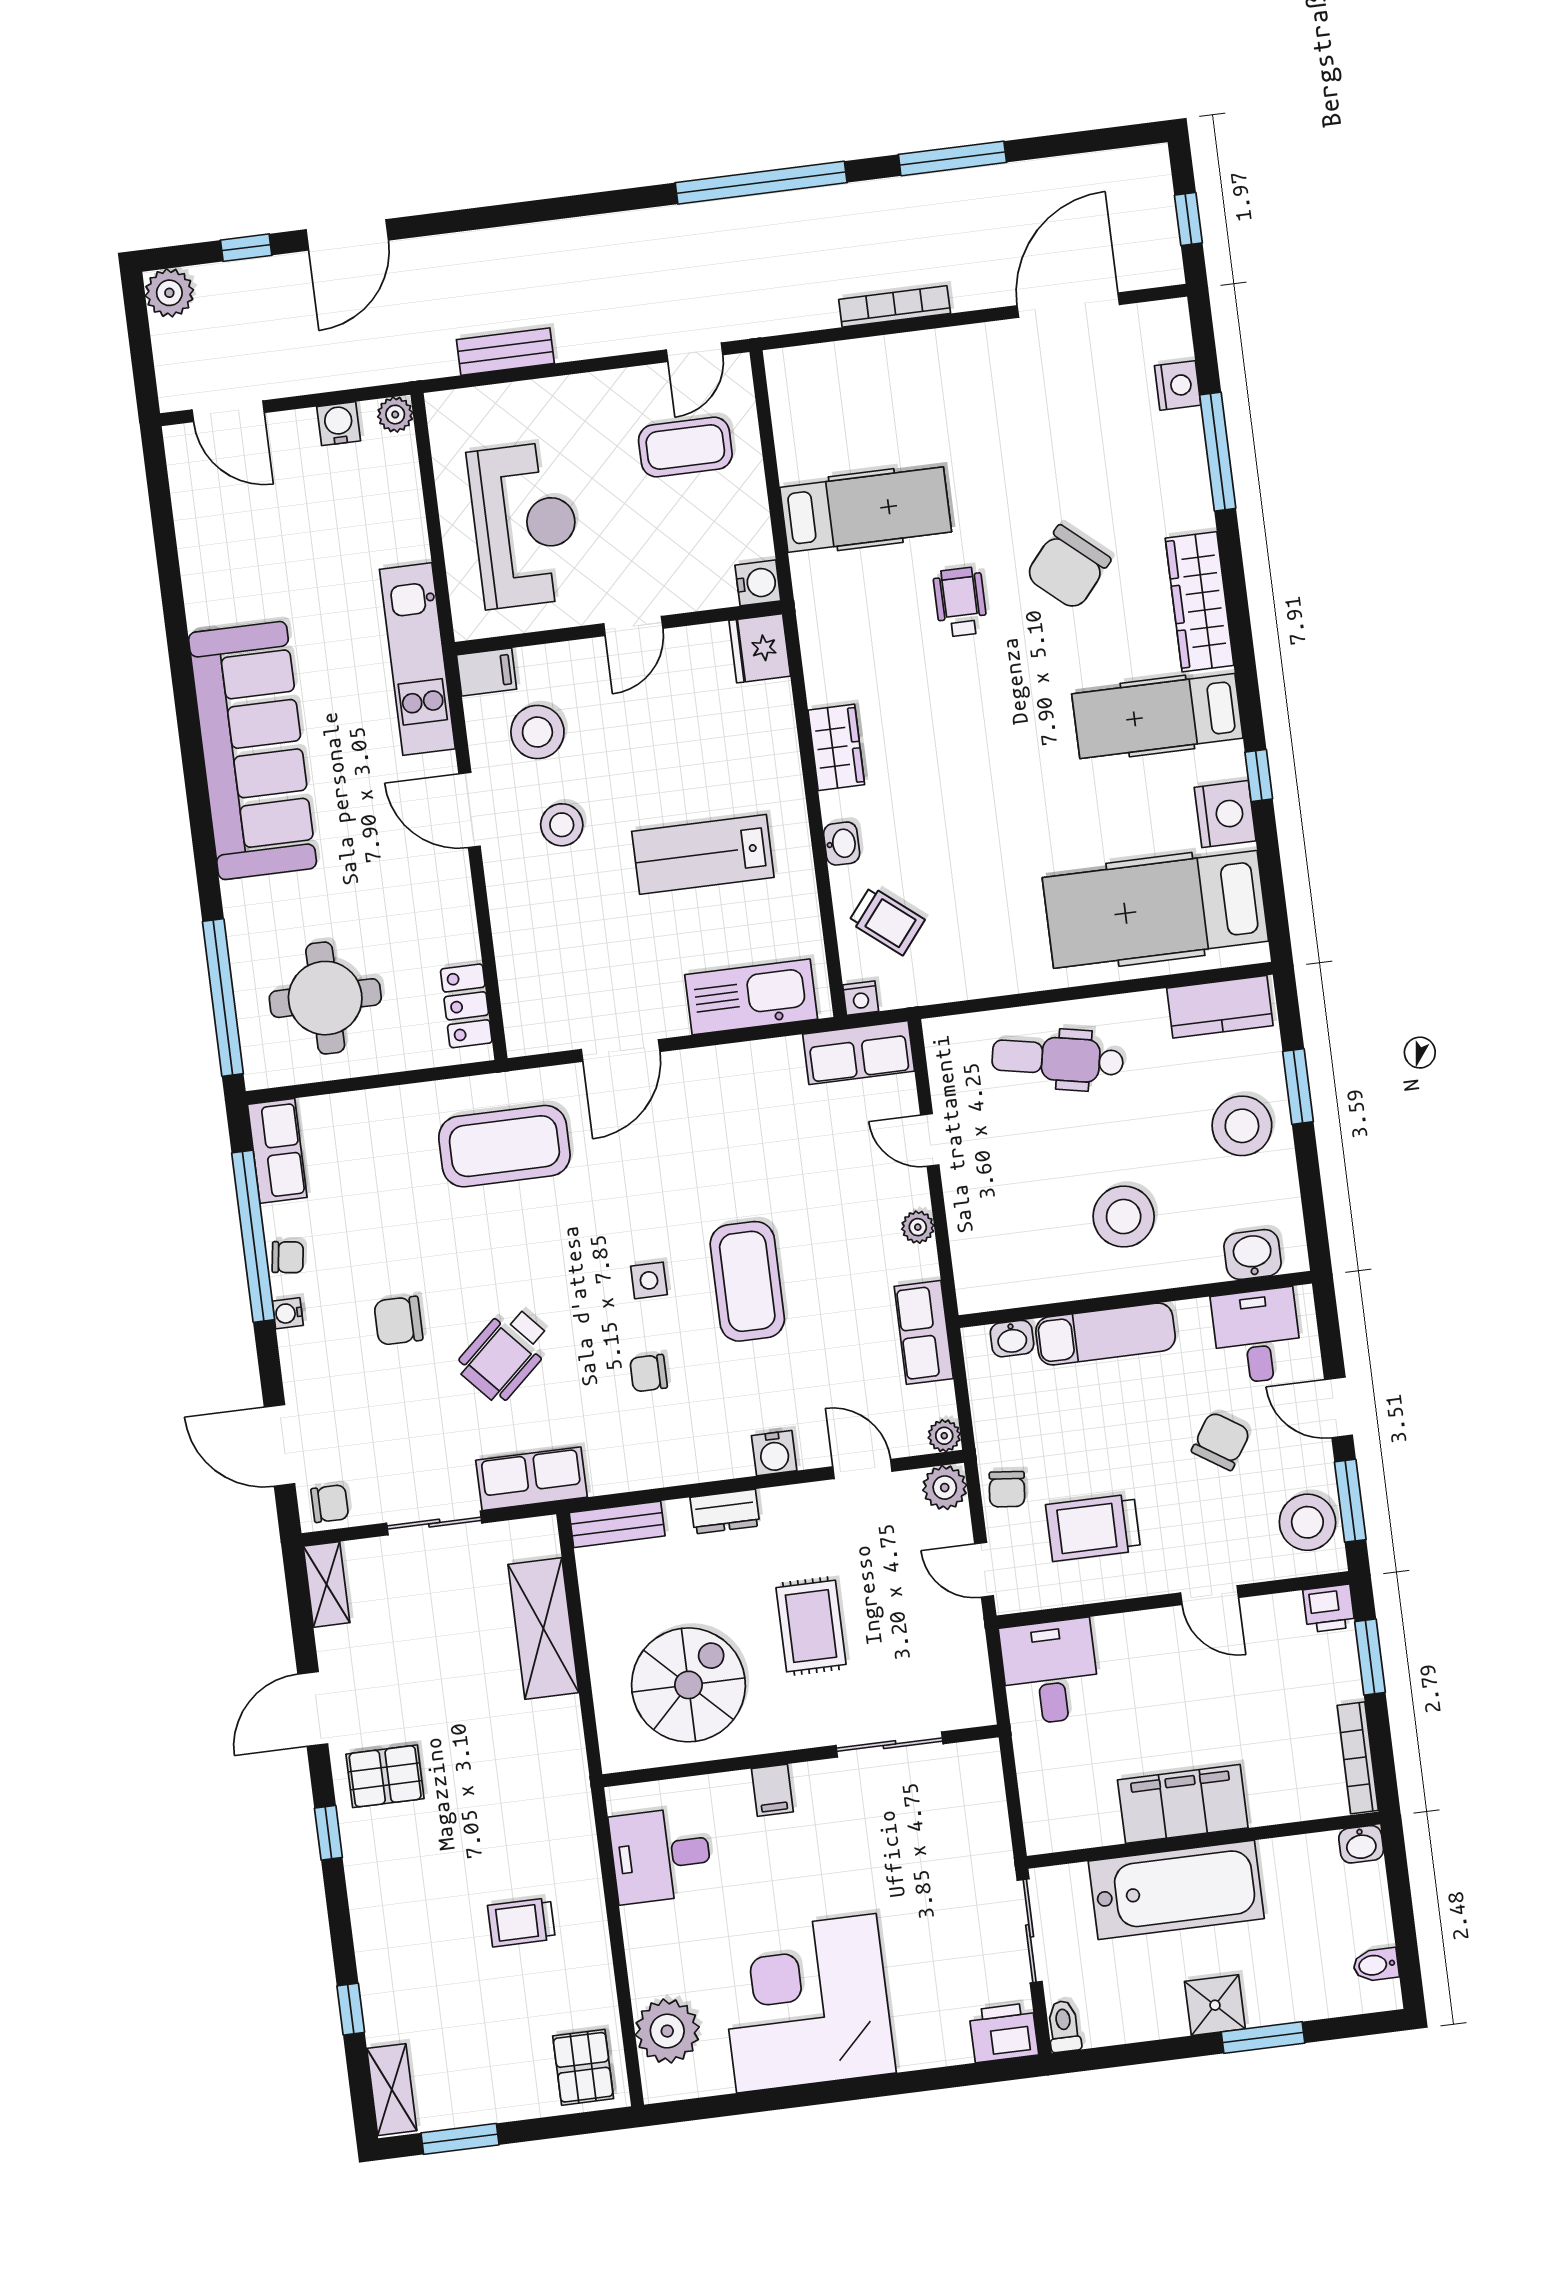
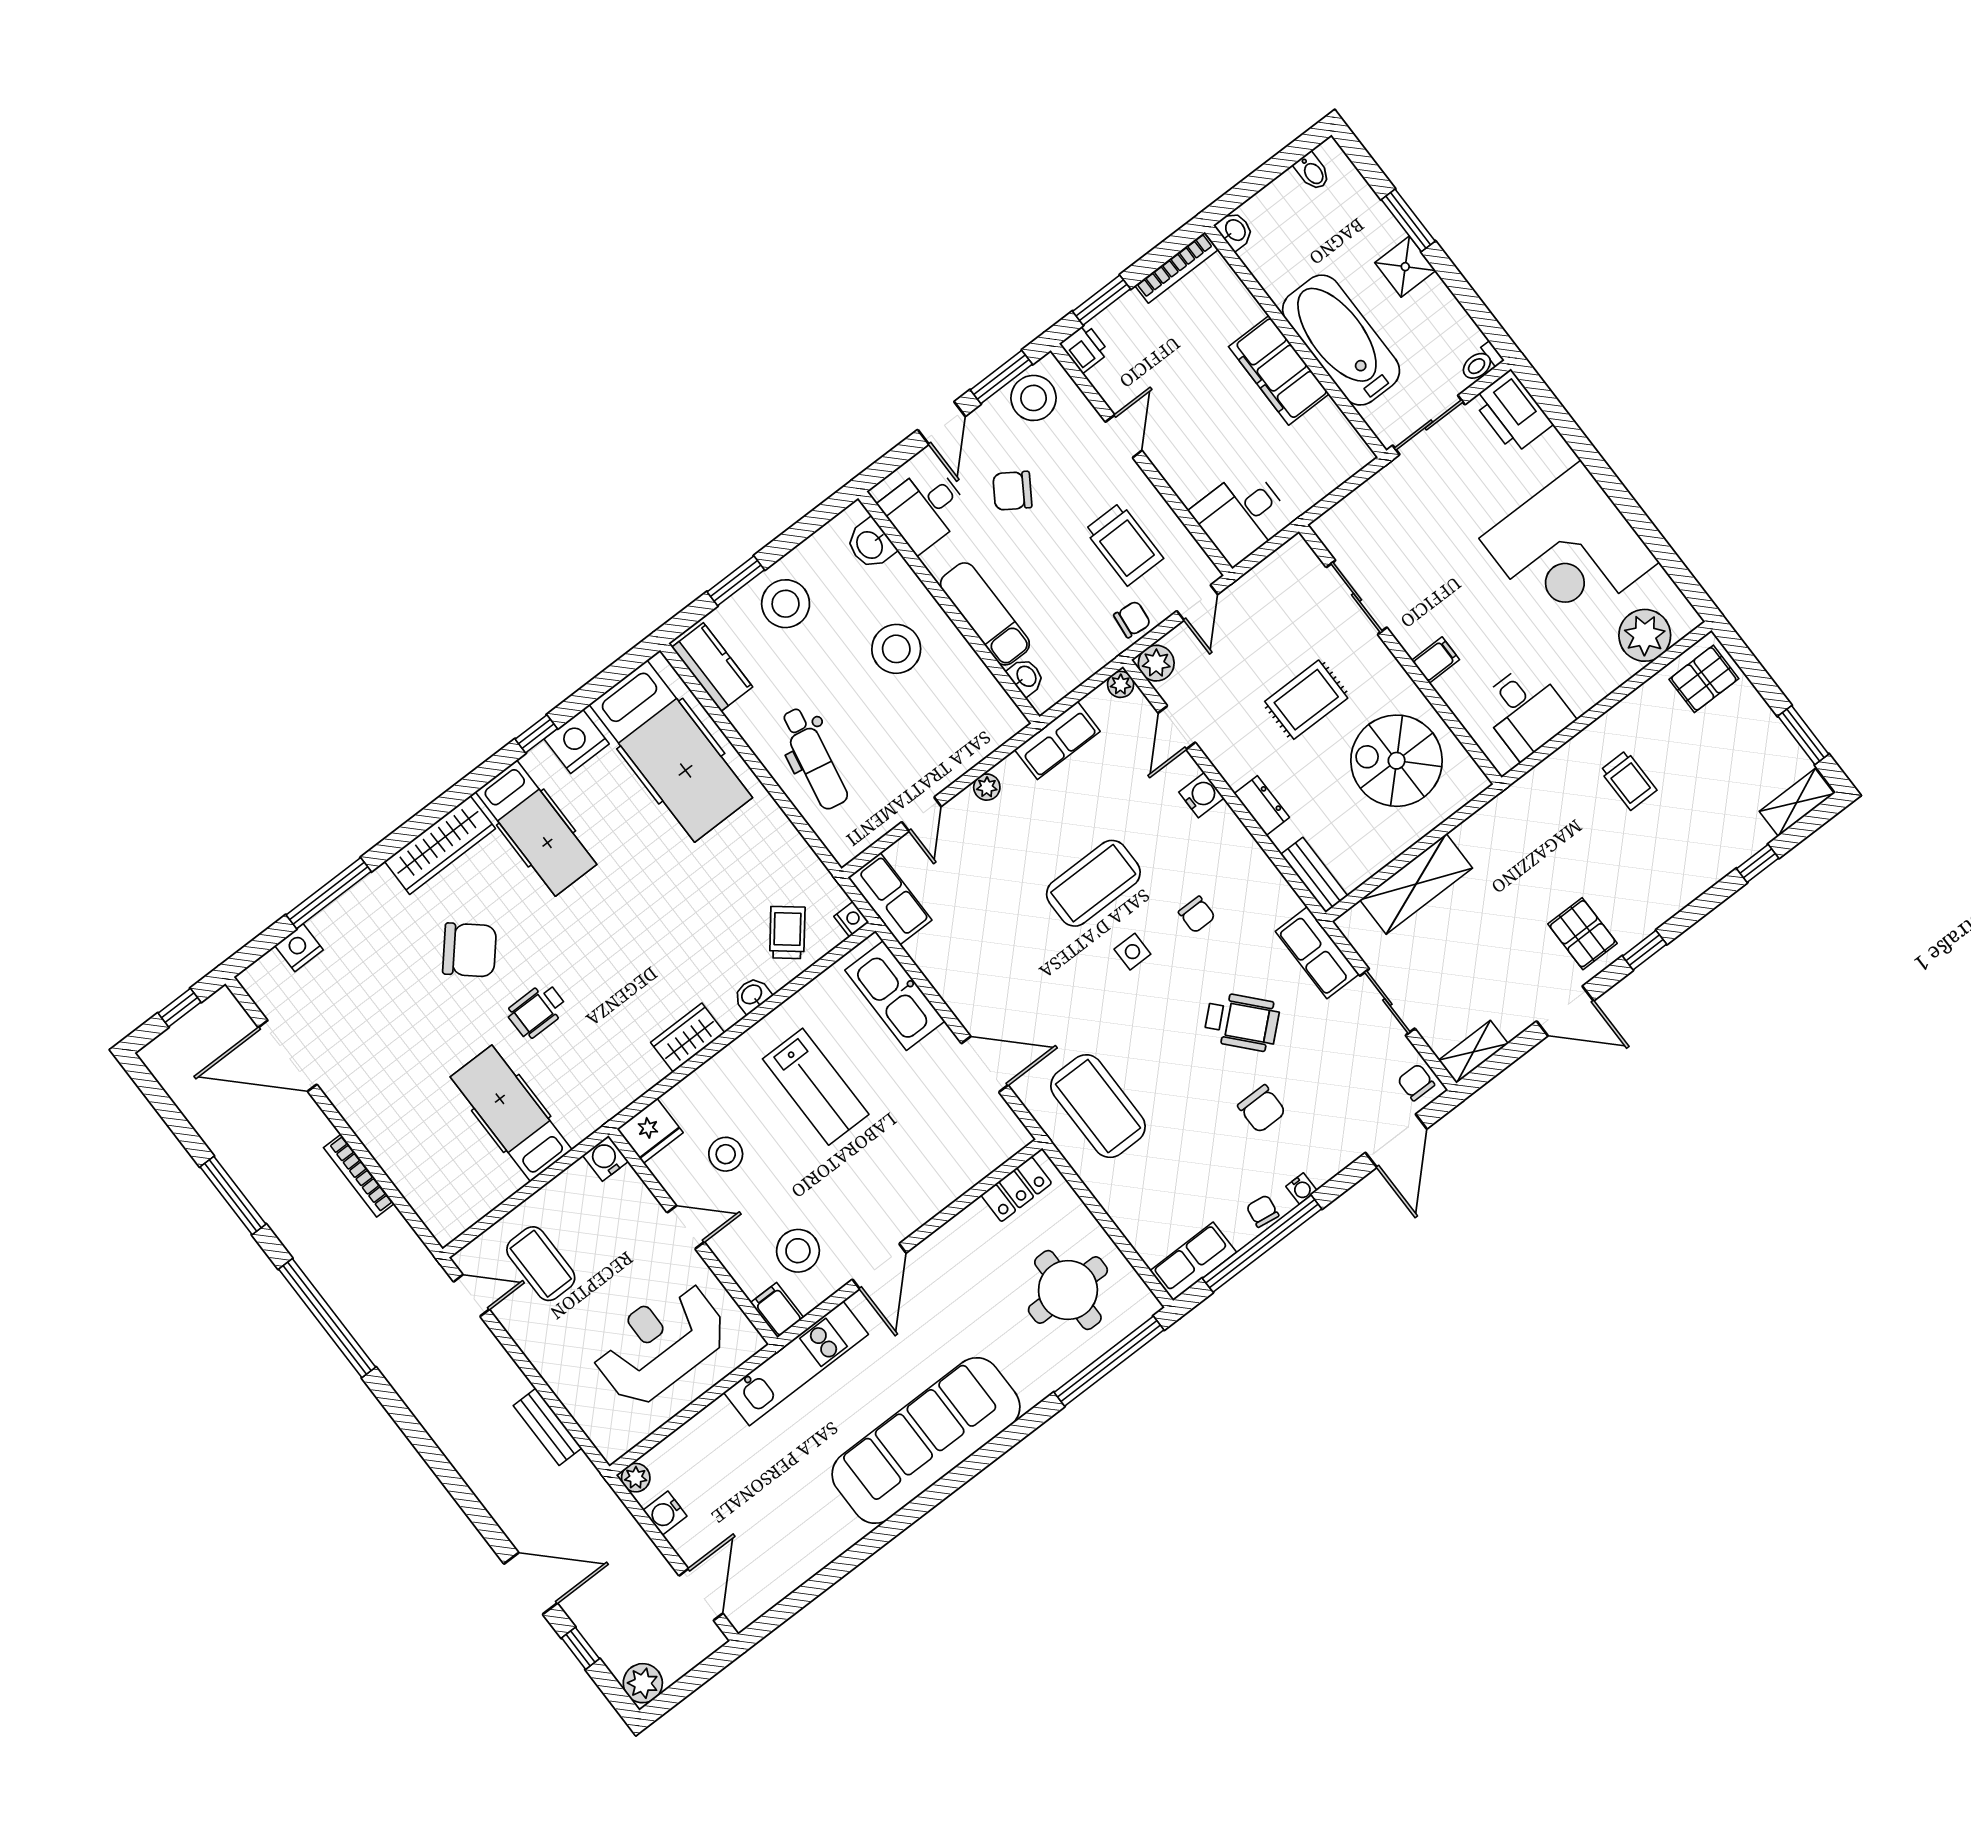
stool: (562, 825) -> (726, 1154), moved
printer: (1004, 2033) -> (1512, 412), width x1.37, depth x1.19

